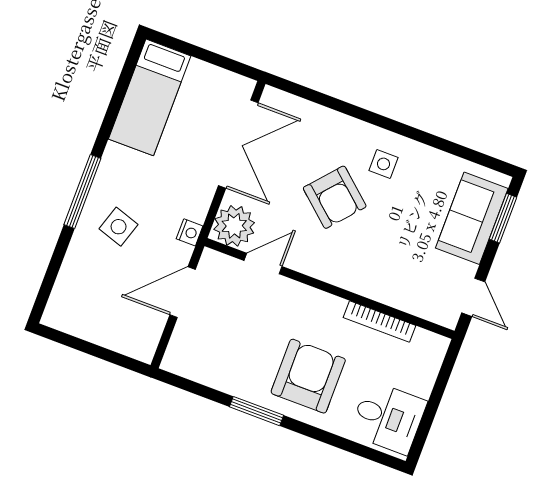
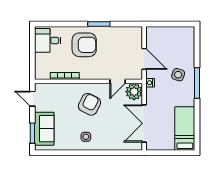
armchair: (335, 197) -> (89, 104), moved, turned 76
door: (183, 292) -> (144, 59), hinge flipped
armchair: (308, 376) -> (84, 45), turned -90

